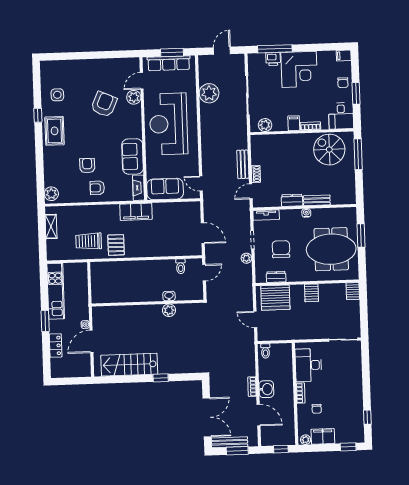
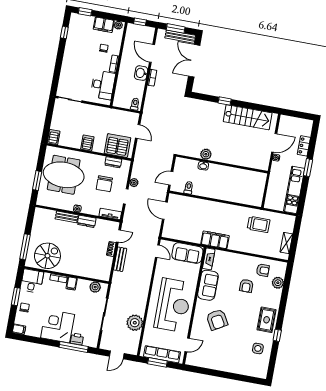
plant: (134, 97) -> (196, 333), removed
armchair: (104, 104) -> (217, 320), moved, turned -54
spiral stairs: (329, 150) -> (47, 256), turned -90
armchair: (97, 188) -> (263, 270), moved
plant: (51, 194) -> (278, 283), moved
pallet: (116, 245) -> (237, 216), removed

